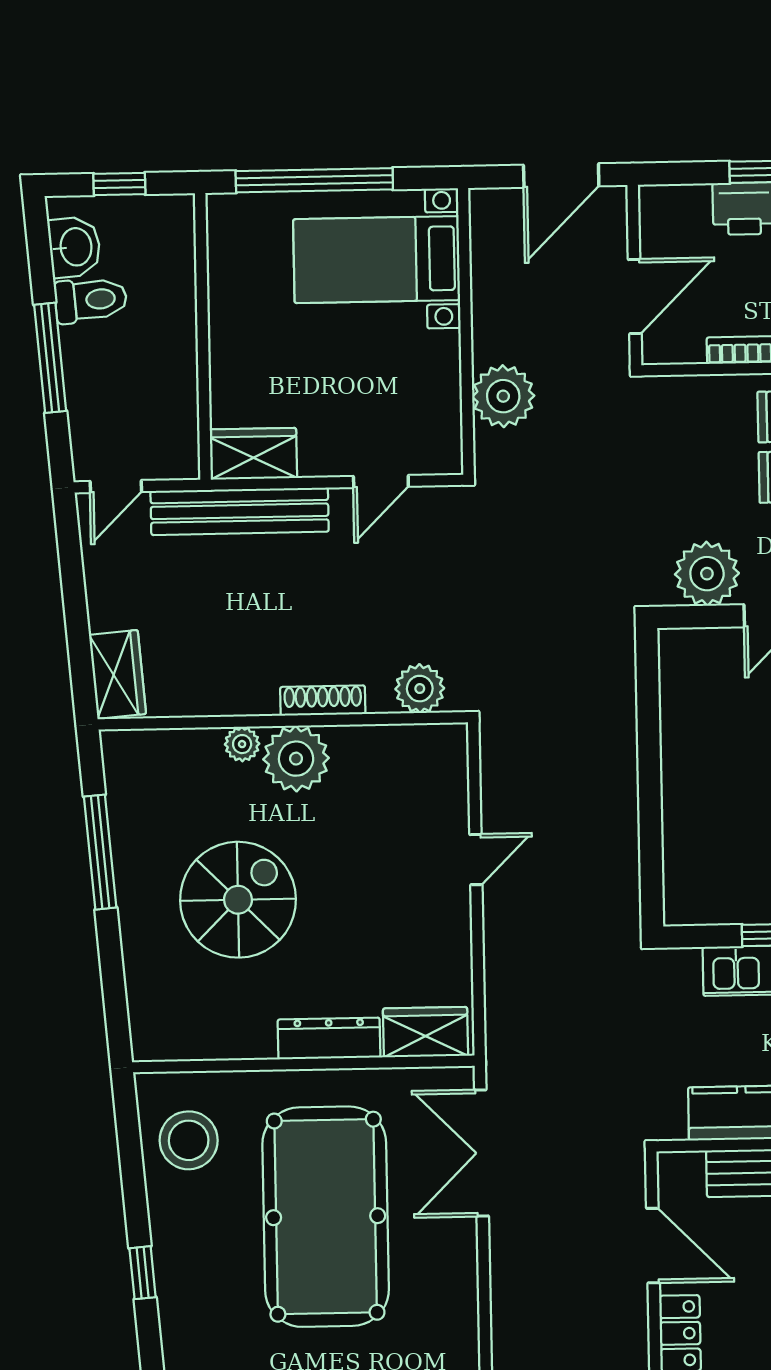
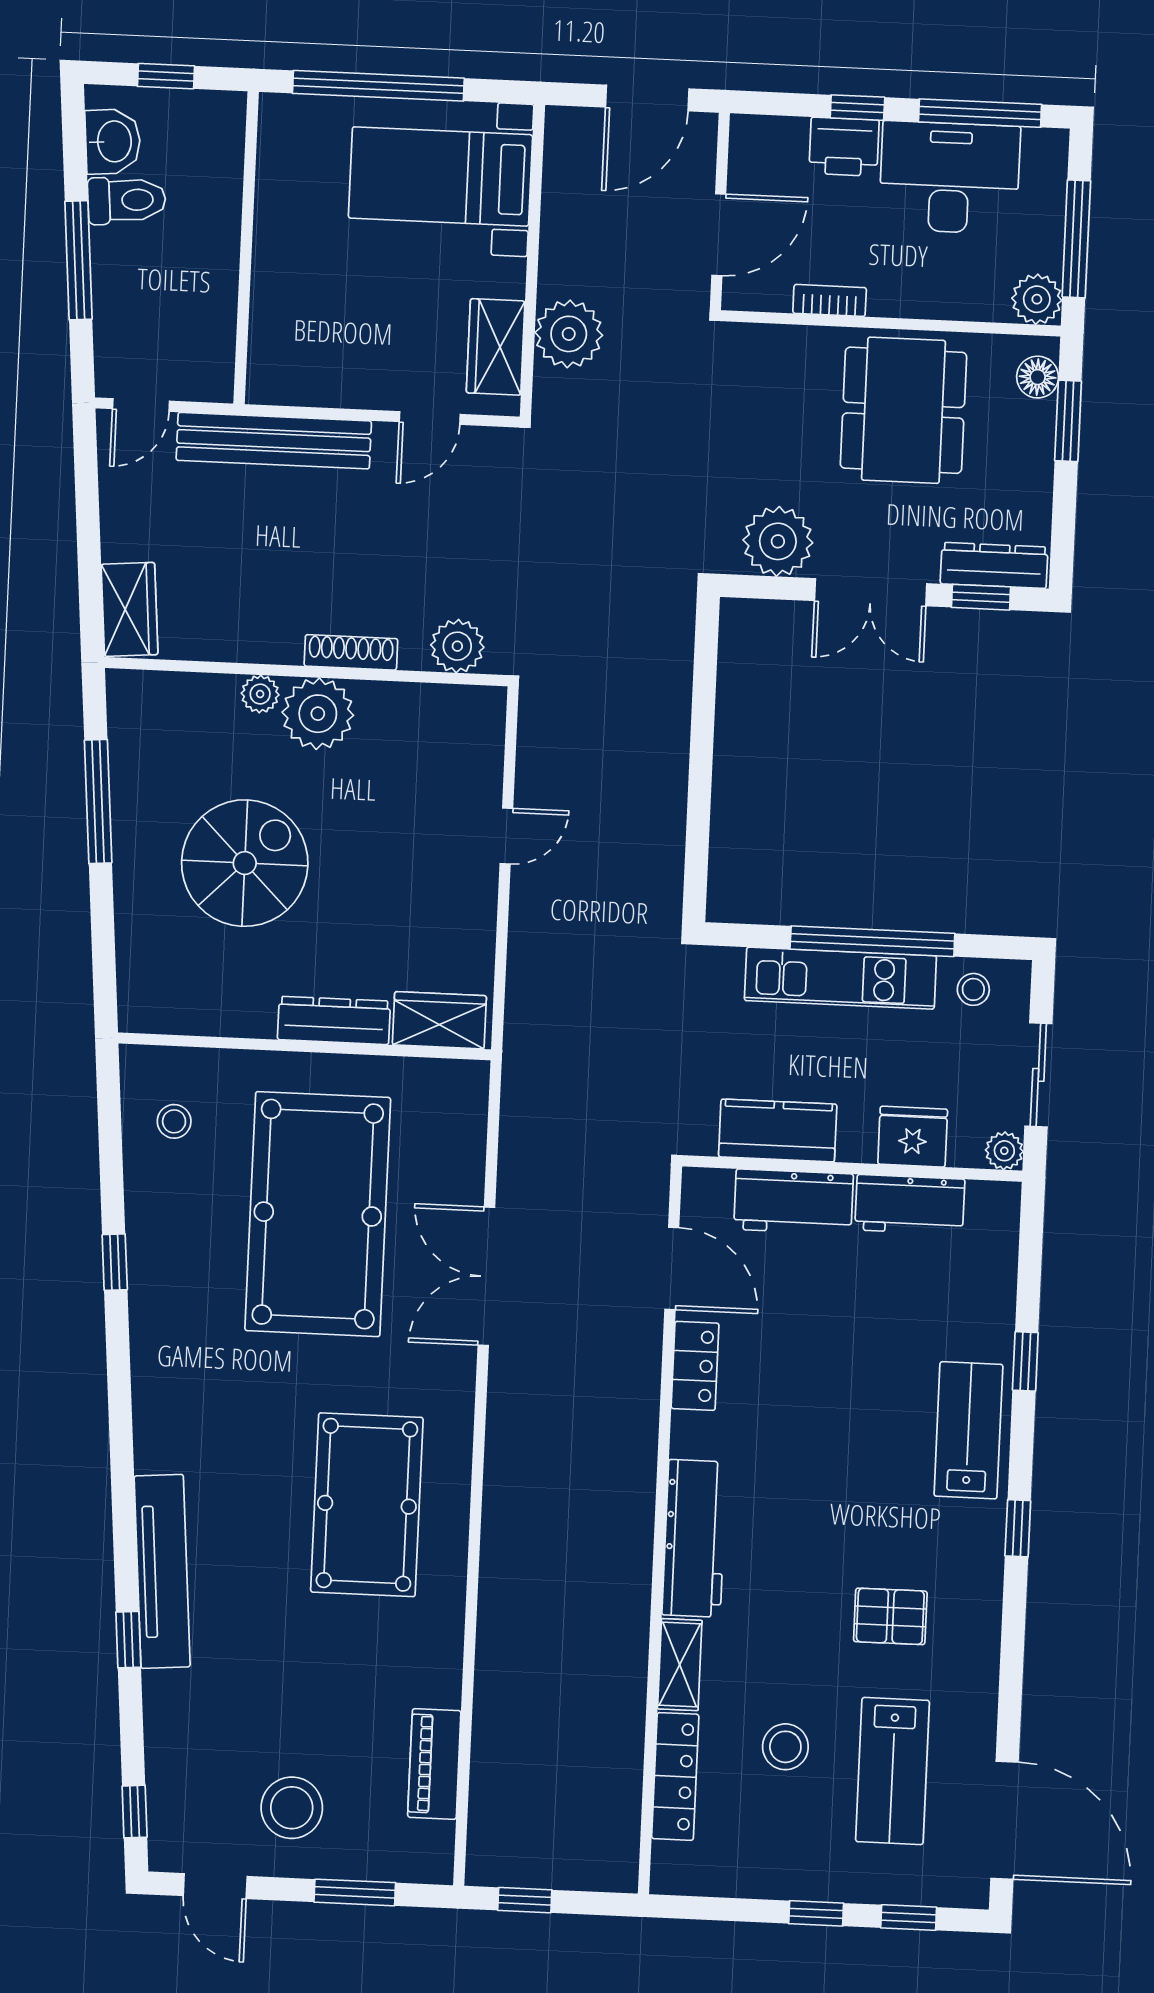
wardrobe: (253, 454) -> (496, 347), moved, turned -90
stool: (189, 1140) -> (174, 1121), width x0.53, depth x0.53
double door: (482, 1153) -> (486, 1276), moved

